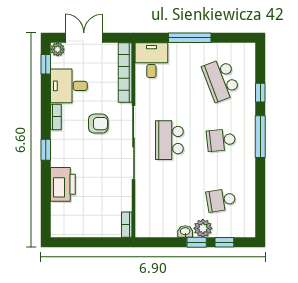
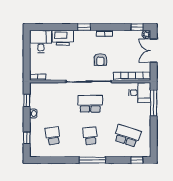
double door: (84, 38) -> (154, 51), swing flipped
window: (190, 38) -> (154, 103), moved
school desk: (221, 80) -> (127, 136), turned 39
desk: (69, 86) -> (41, 41), moved
window: (260, 93) -> (137, 160), moved
plant: (203, 228) -> (35, 125), removed
window: (197, 242) -> (27, 100), moved

